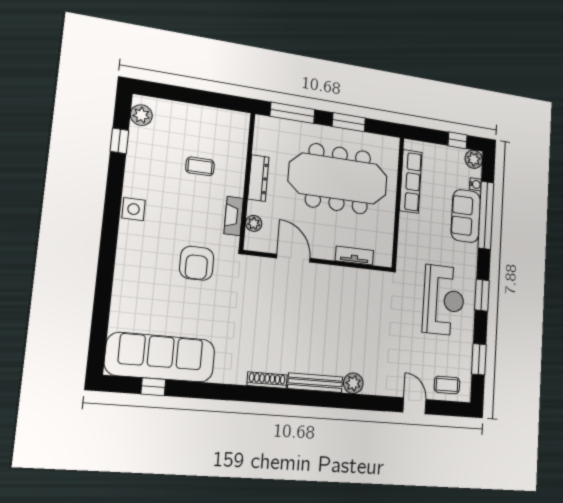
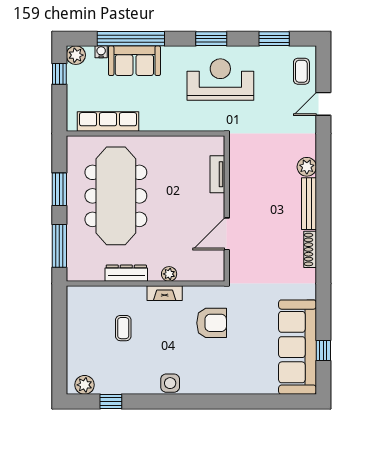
tv unit: (354, 256) -> (217, 174), moved
door: (293, 258) -> (227, 234), moved
wall: (319, 261) -> (227, 209), moved

